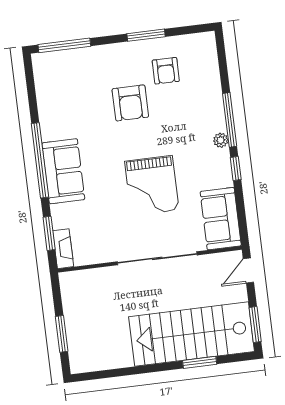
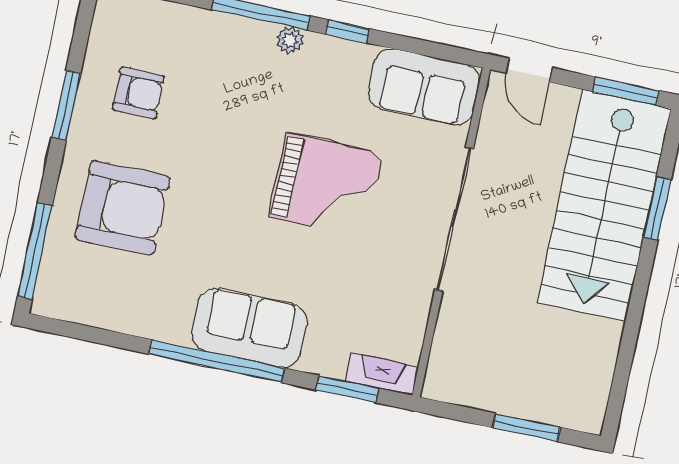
armchair: (130, 103) -> (123, 208), moved, width x1.36, depth x1.36

